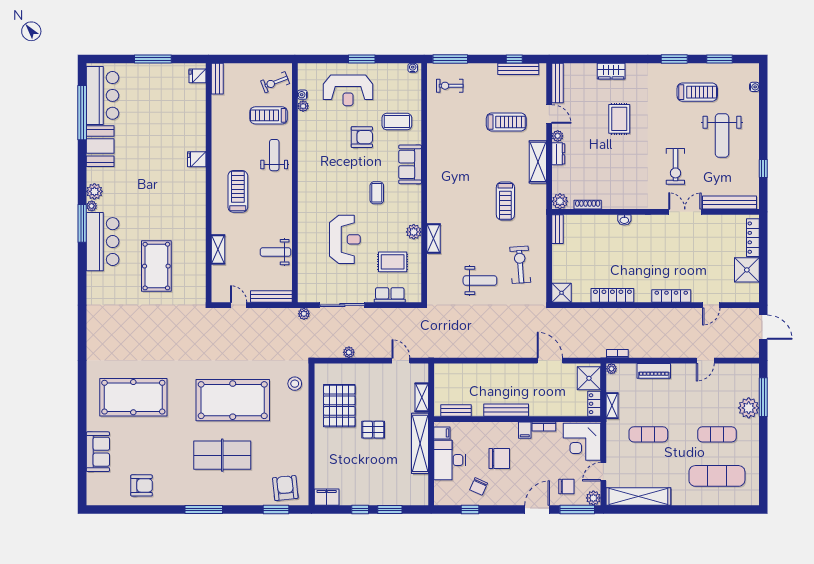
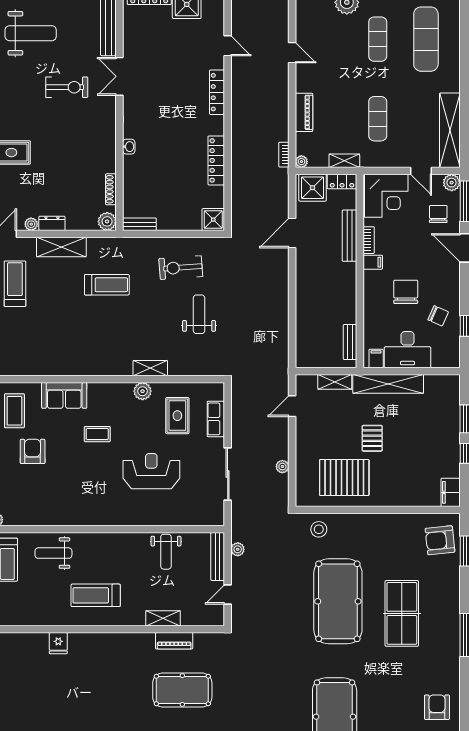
piano: (199, 259) -> (174, 641), added
plant: (304, 314) -> (238, 549), moved
bench: (506, 410) -> (350, 236), moved

